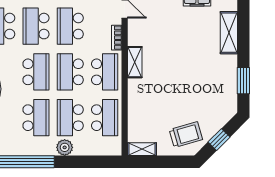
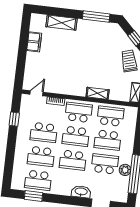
shelving: (135, 62) -> (98, 93), moved
school desk: (36, 72) -> (73, 160), turned 180
window: (243, 81) -> (96, 16), width x1.44
plant: (65, 147) -> (125, 170), moved

